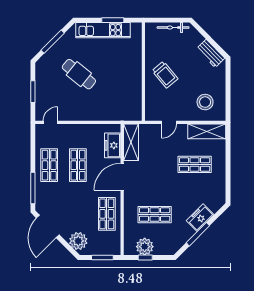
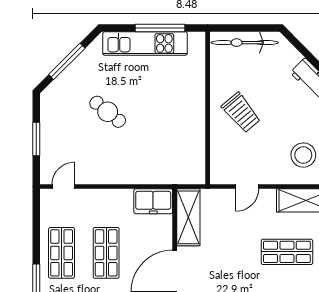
window: (113, 20) -> (160, 28), width x1.44
bicycle: (173, 28) -> (245, 43), width x1.37, depth x1.40
cafe table: (79, 74) -> (108, 112), width x0.73, depth x0.74
freezer: (113, 145) -> (153, 201), moved, turned -90

